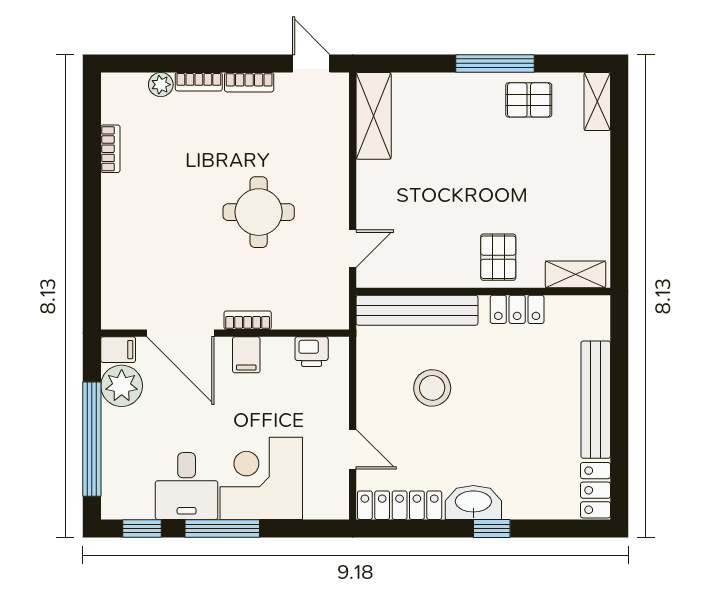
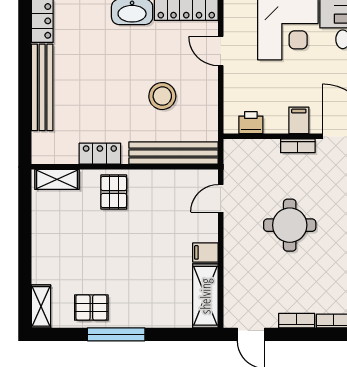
filing cabinet: (374, 175) -> (205, 252), added

